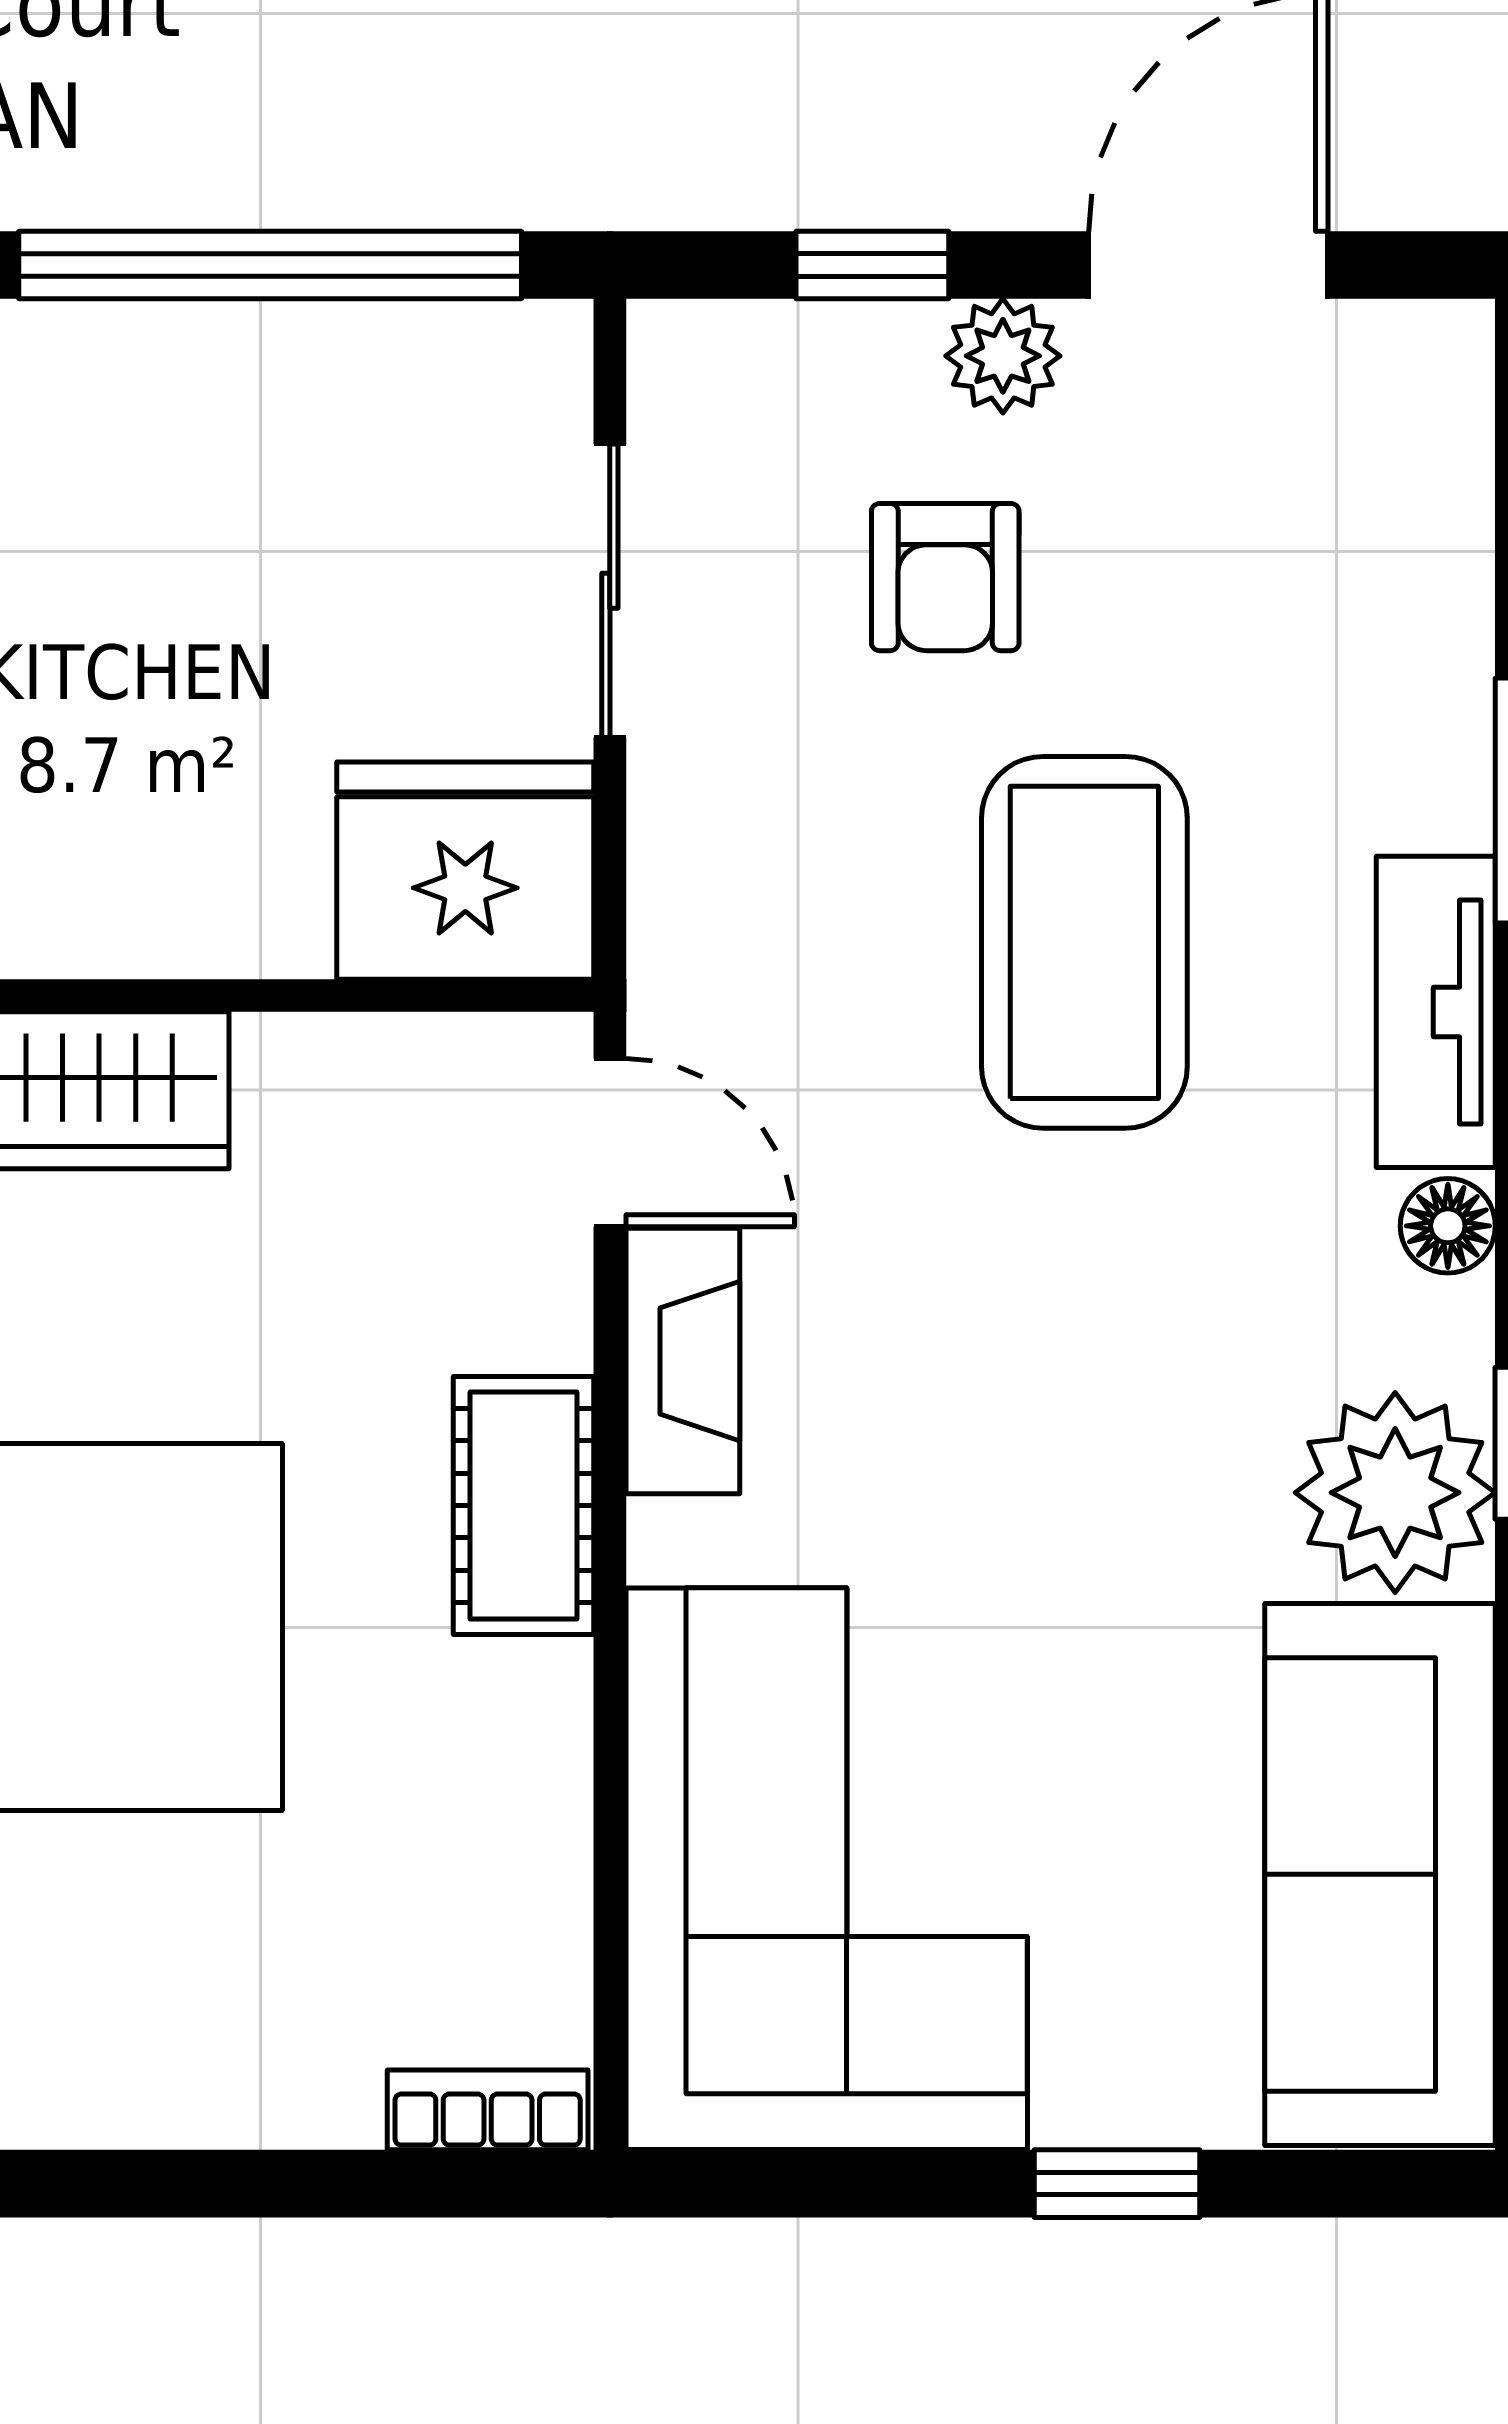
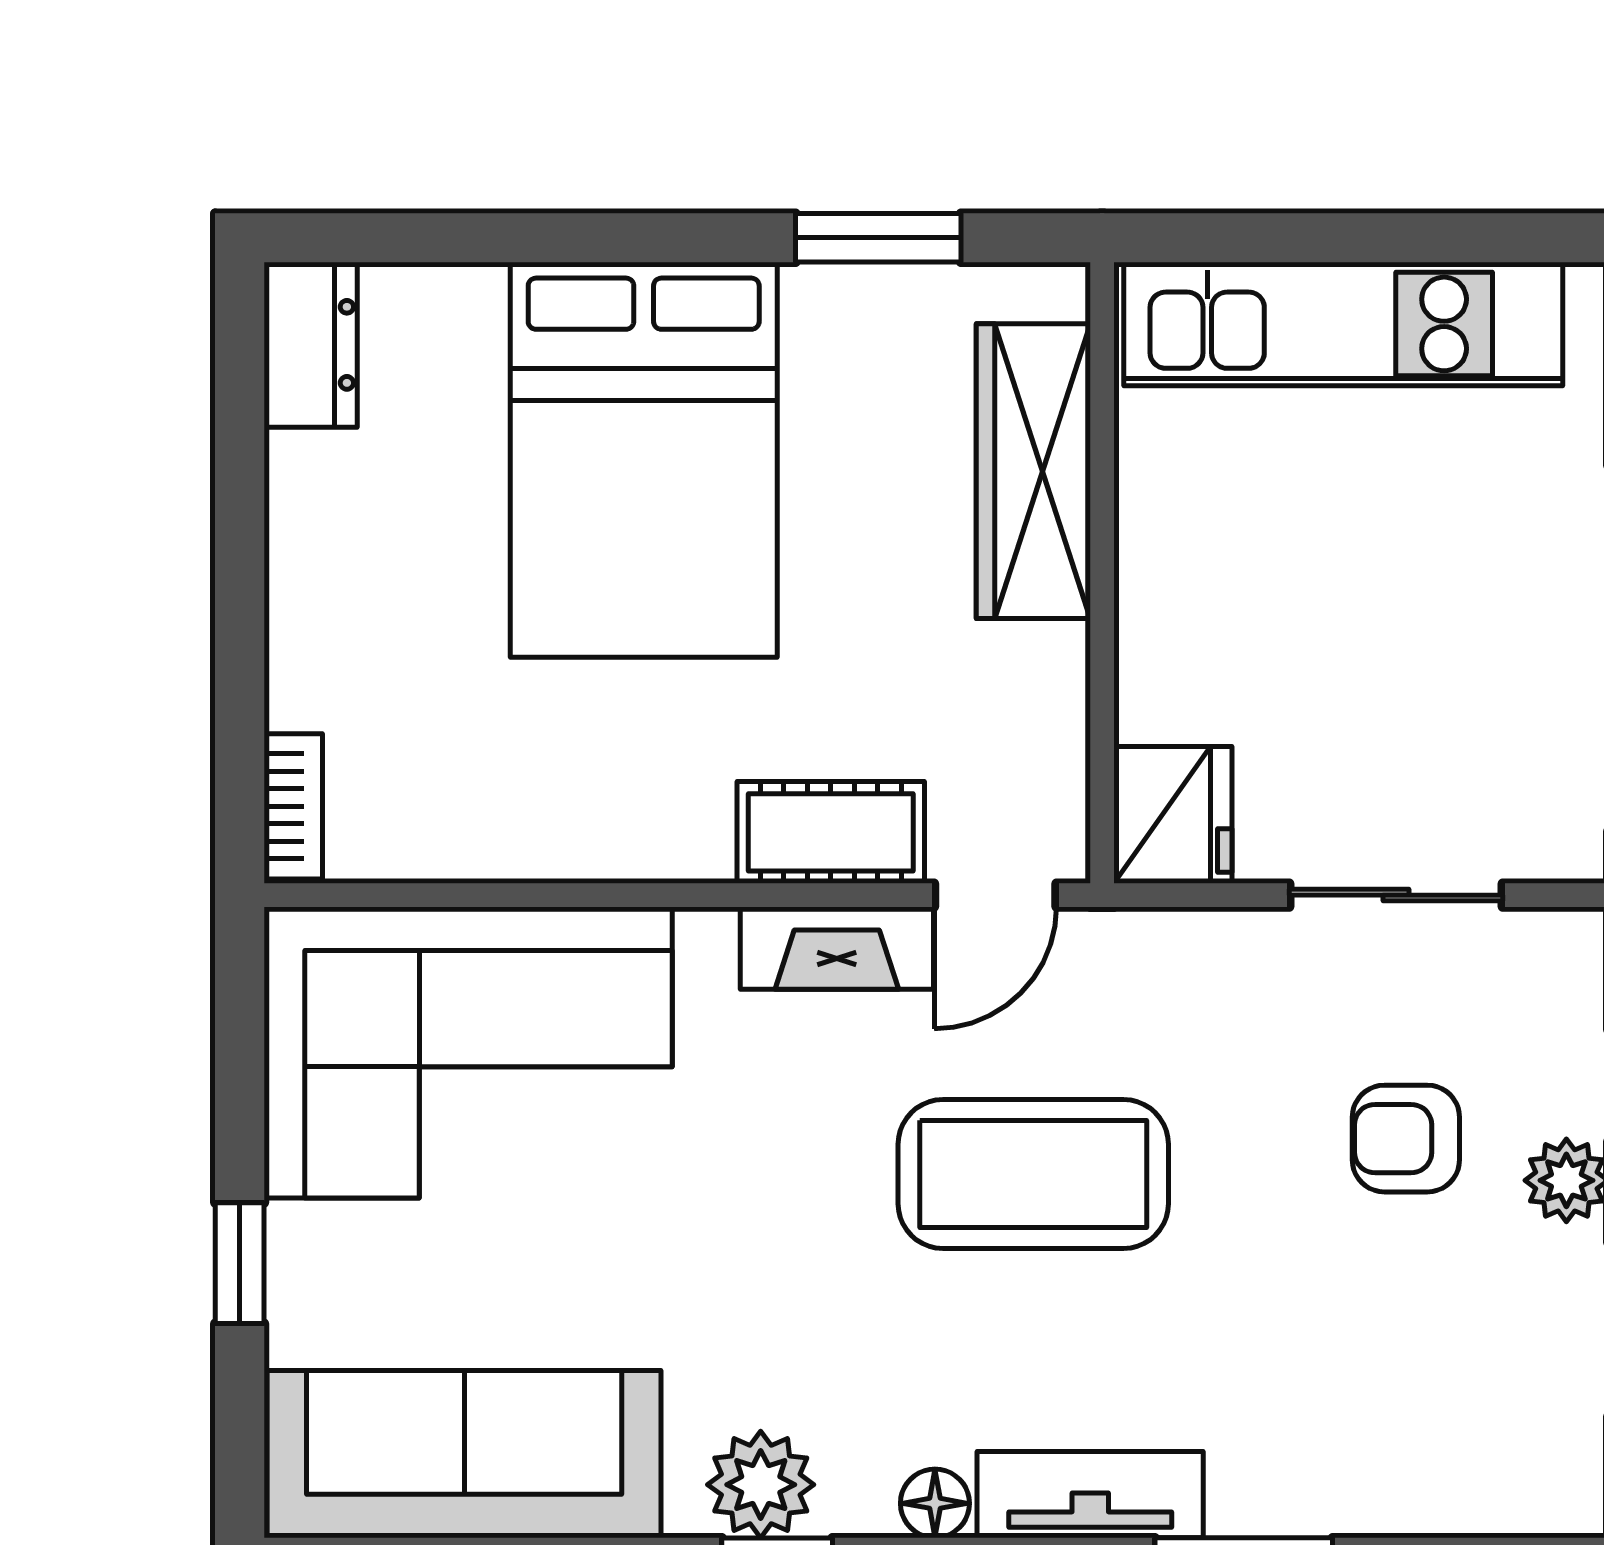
fridge: (465, 871) -> (1173, 815), width x0.73, depth x0.75
coffee table: (1084, 942) -> (1033, 1174), moved
plant: (1395, 1493) -> (761, 1485), width x0.73, depth x0.73
cot: (524, 1506) -> (831, 832), moved

